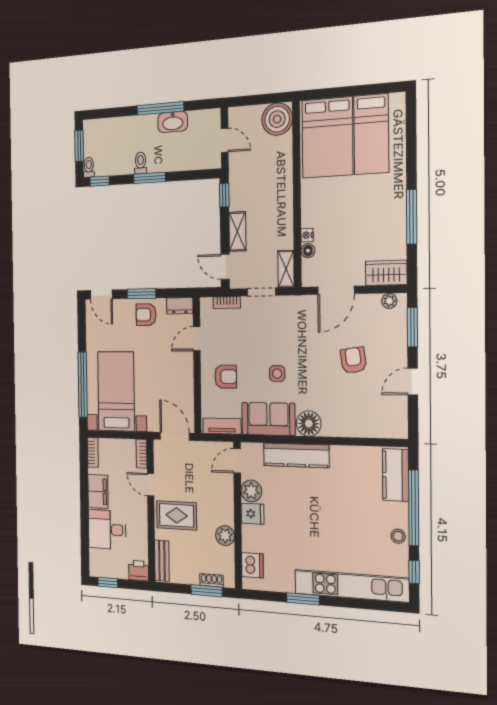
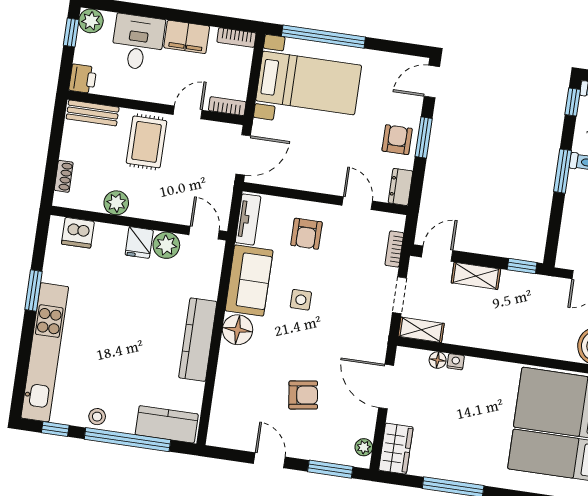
kitchen counter: (296, 455) -> (198, 340), moved
plant: (98, 568) -> (91, 21), added
window: (207, 591) -> (51, 168), removed

